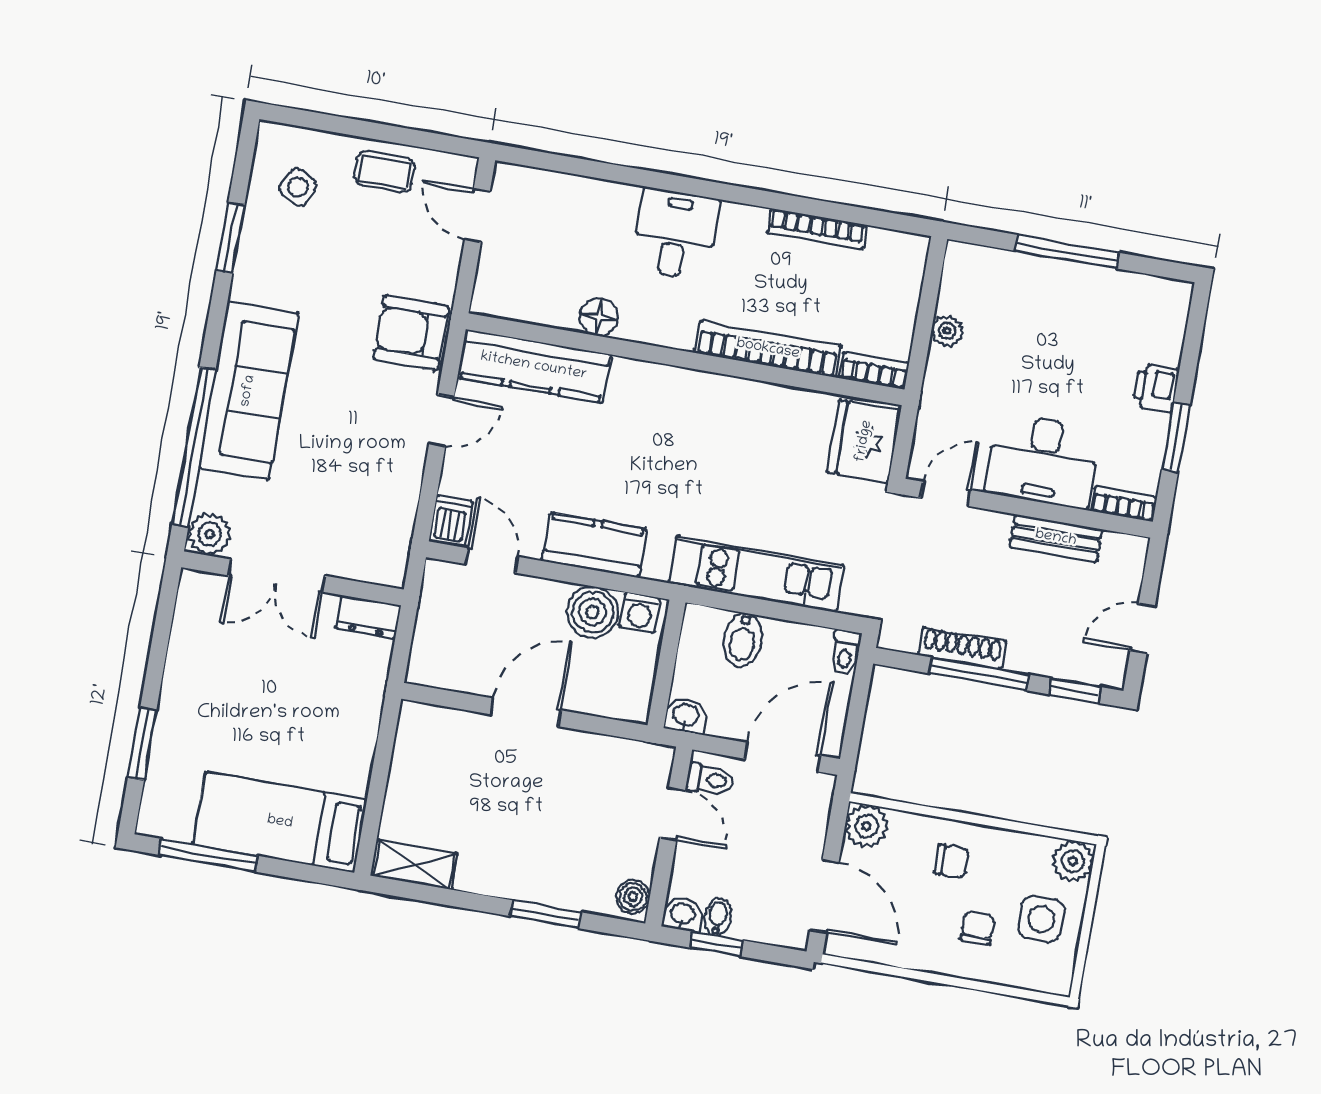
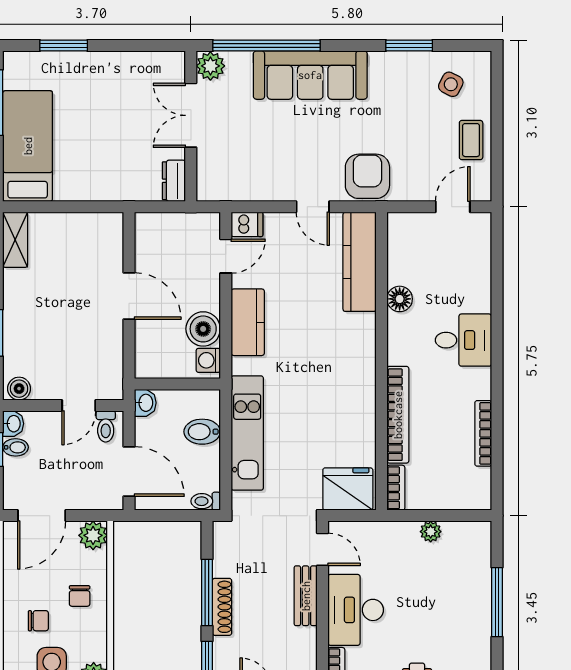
bench: (1056, 538) -> (306, 596), moved
shoe rack: (962, 648) -> (222, 607), moved

